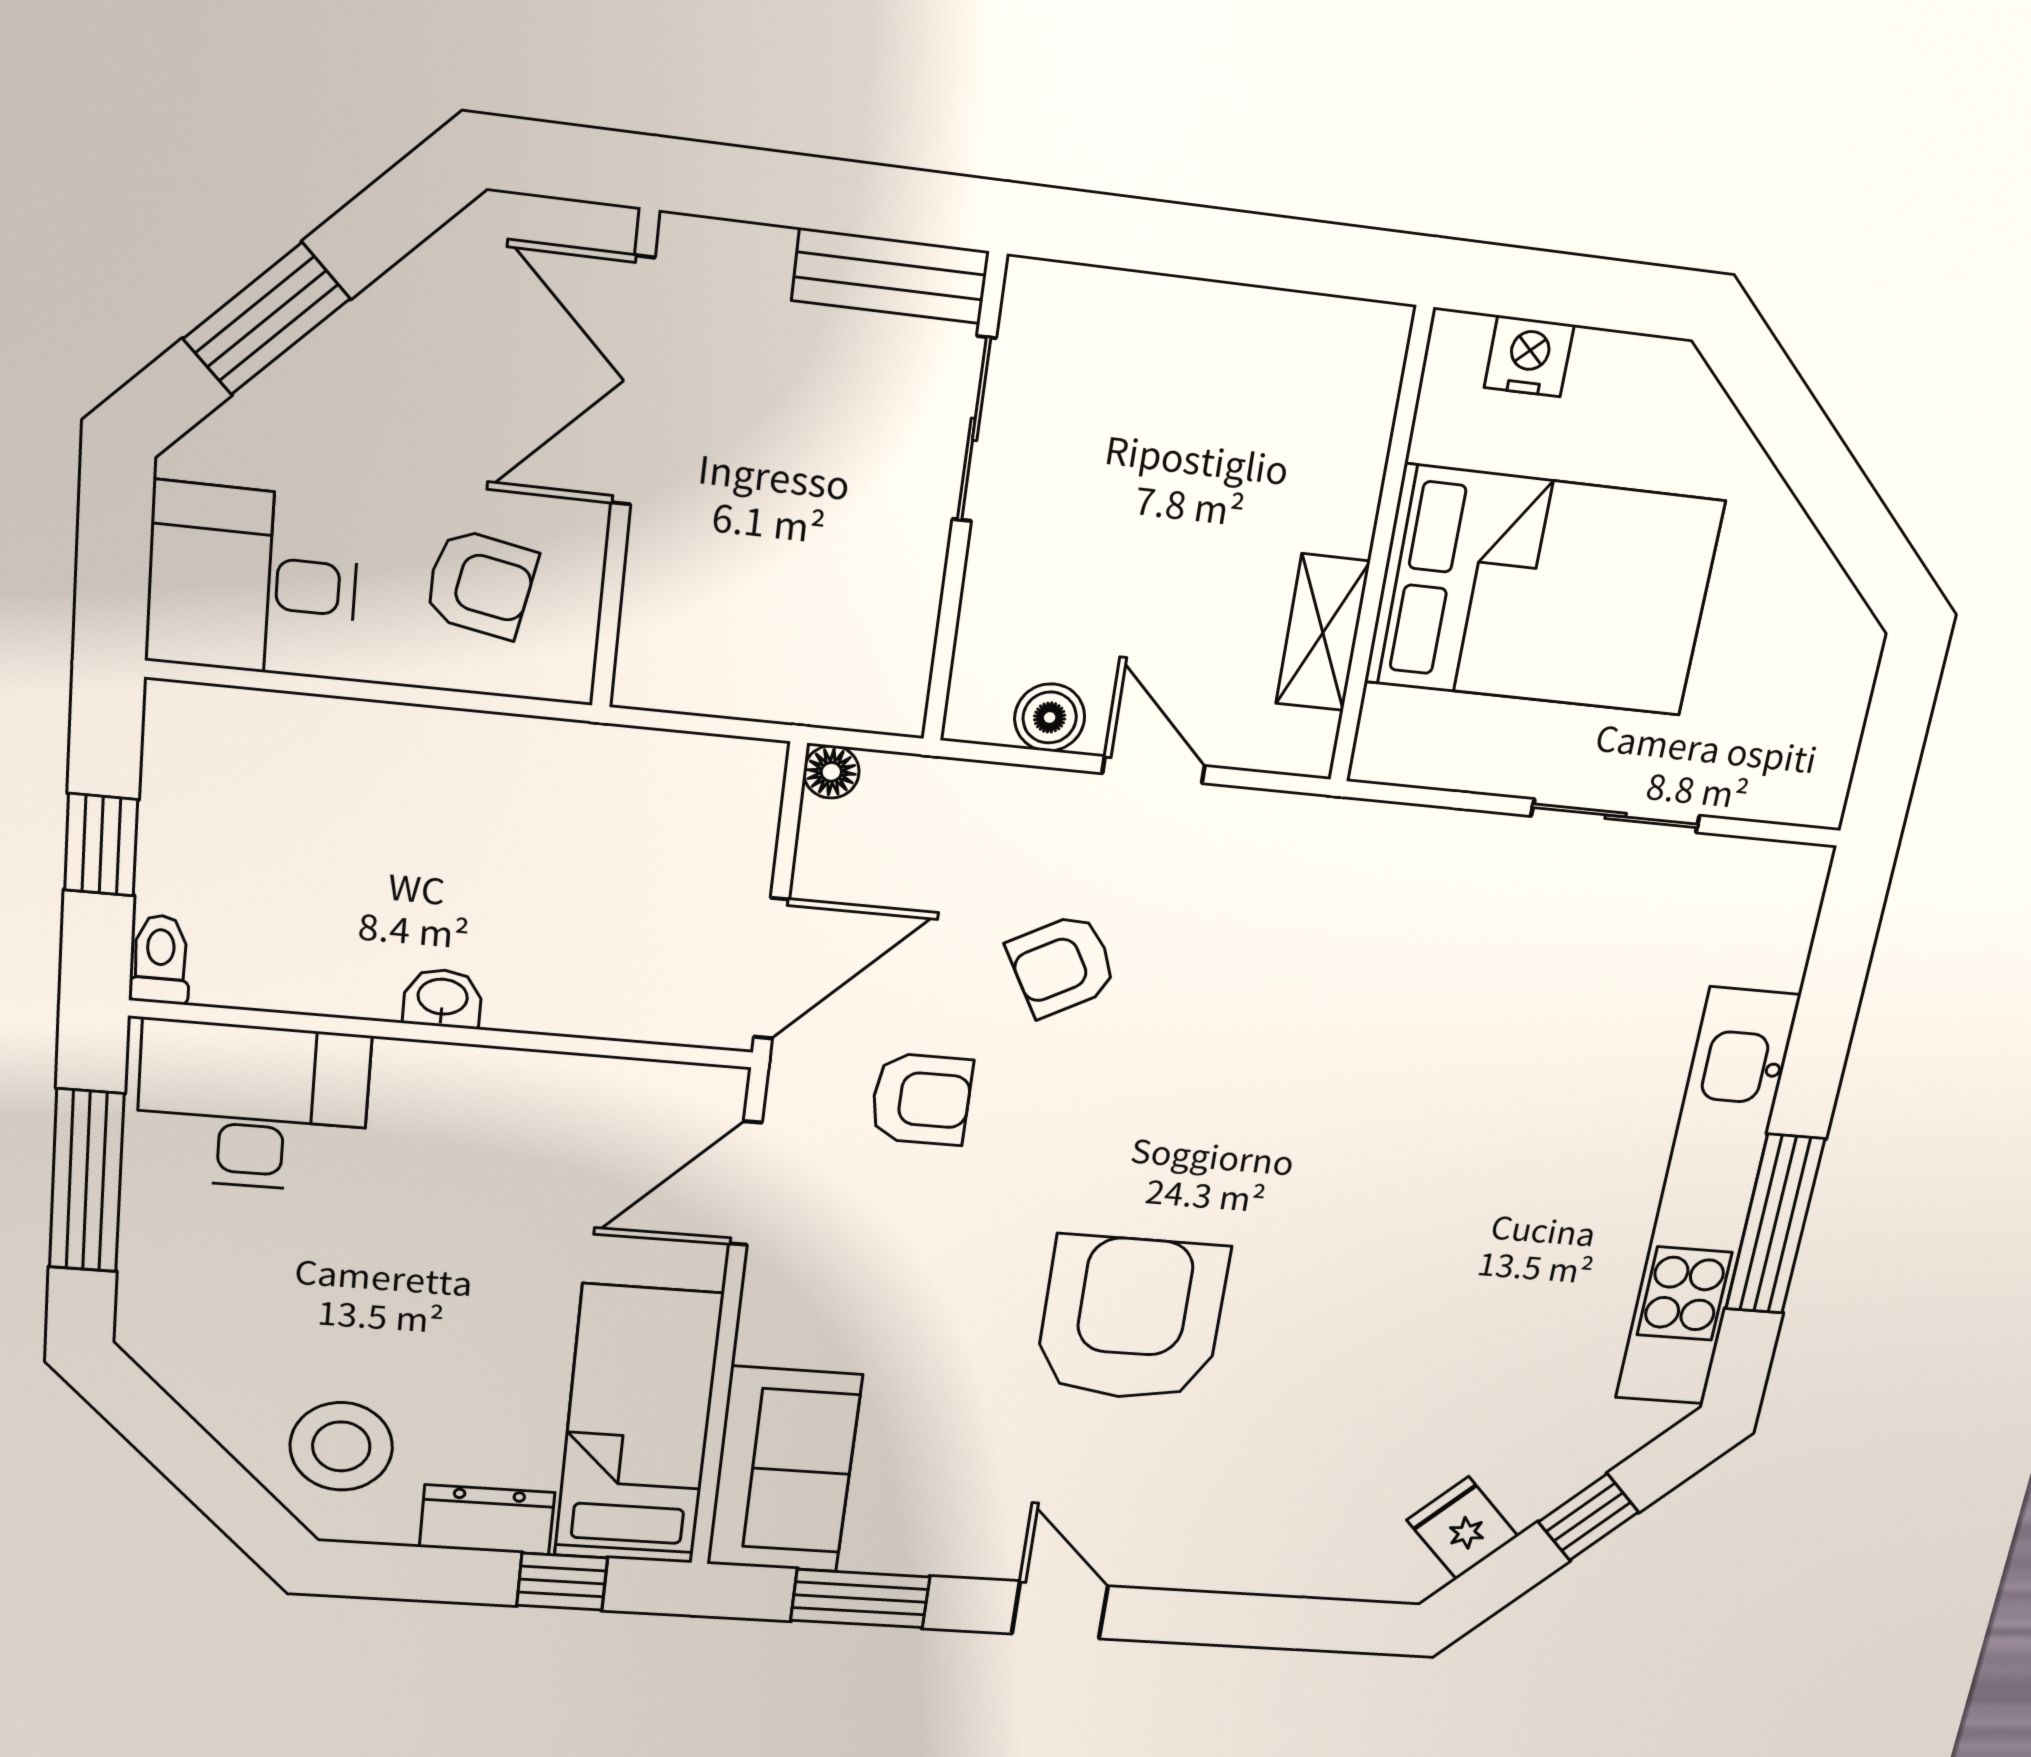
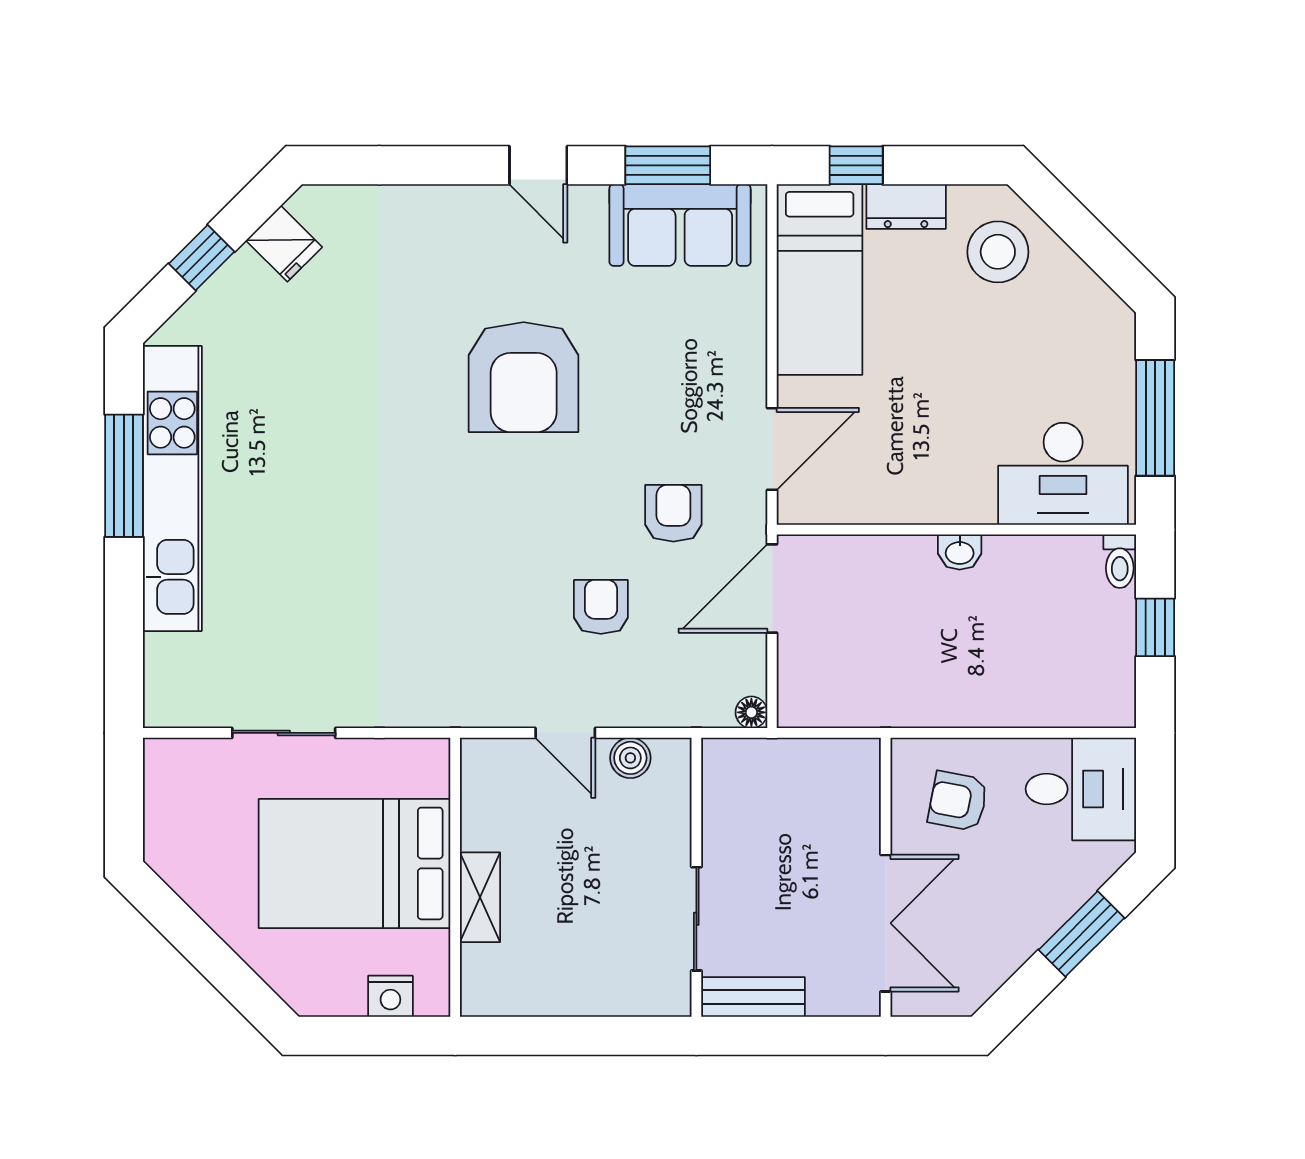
shelving: (1323, 633) -> (480, 897), moved
armchair: (1062, 965) -> (601, 607), turned -61
armchair: (921, 1099) -> (673, 513), turned 90
sofa: (784, 1470) -> (680, 225), moved, turned -90

